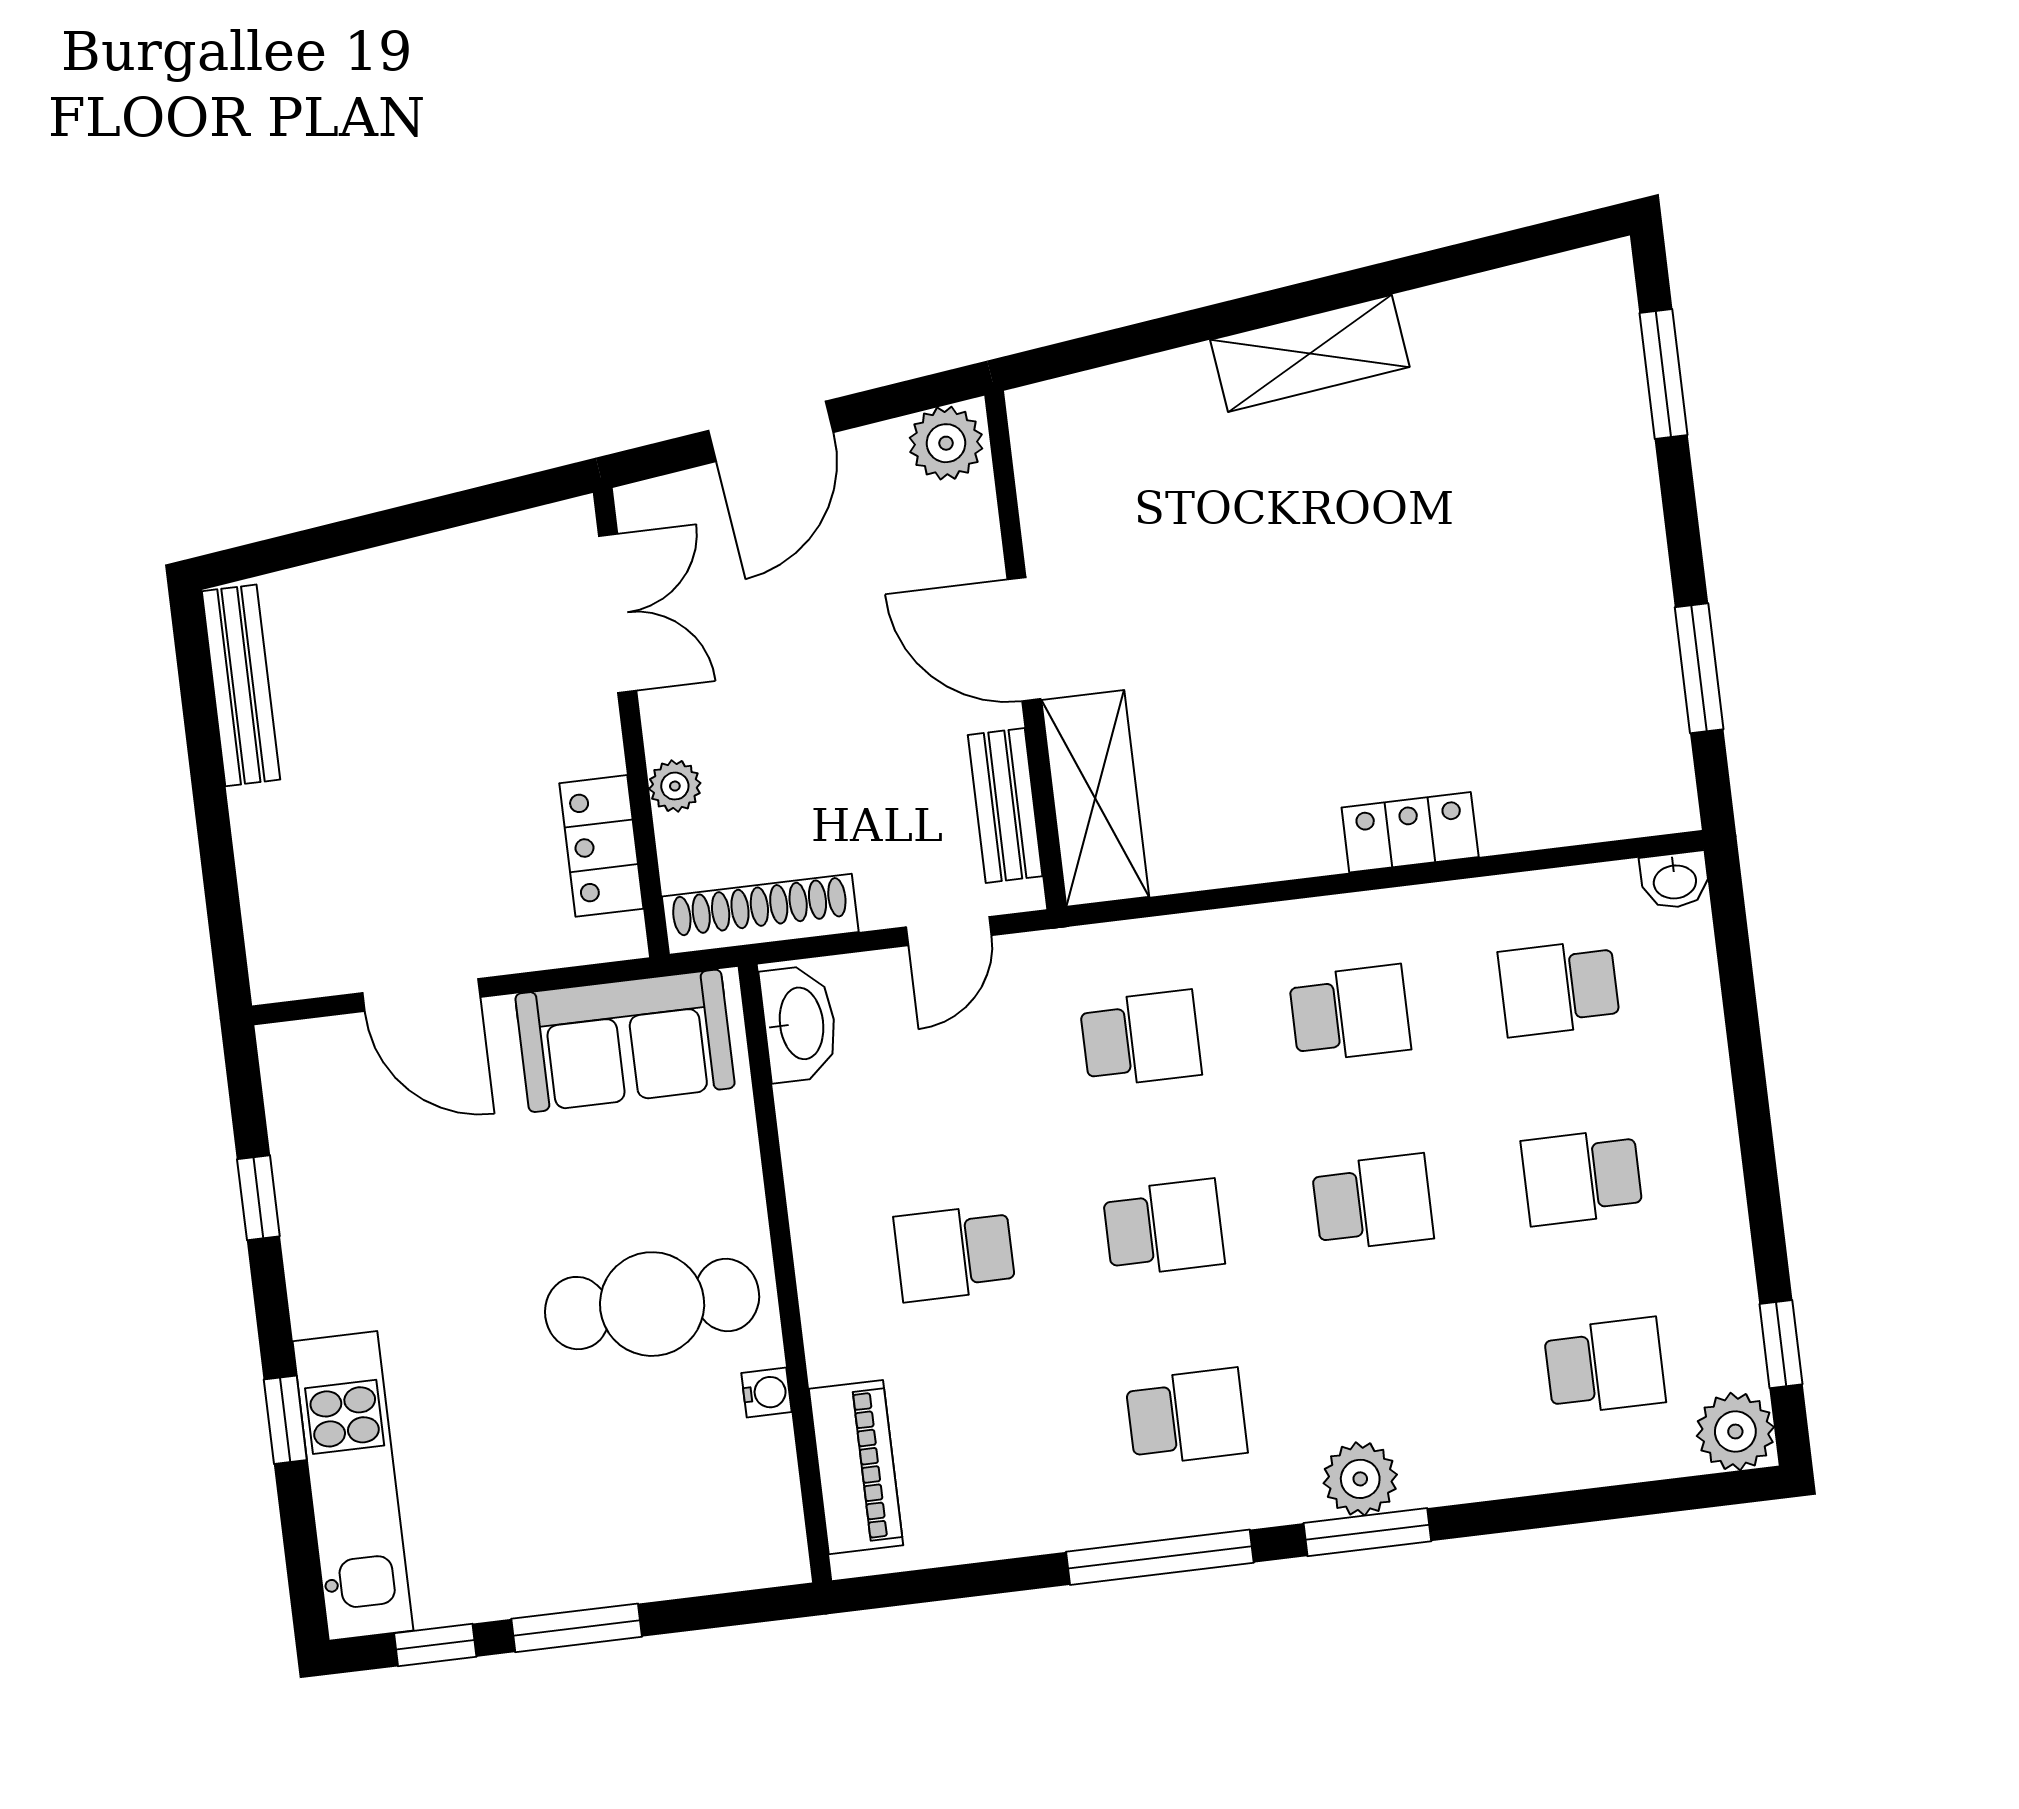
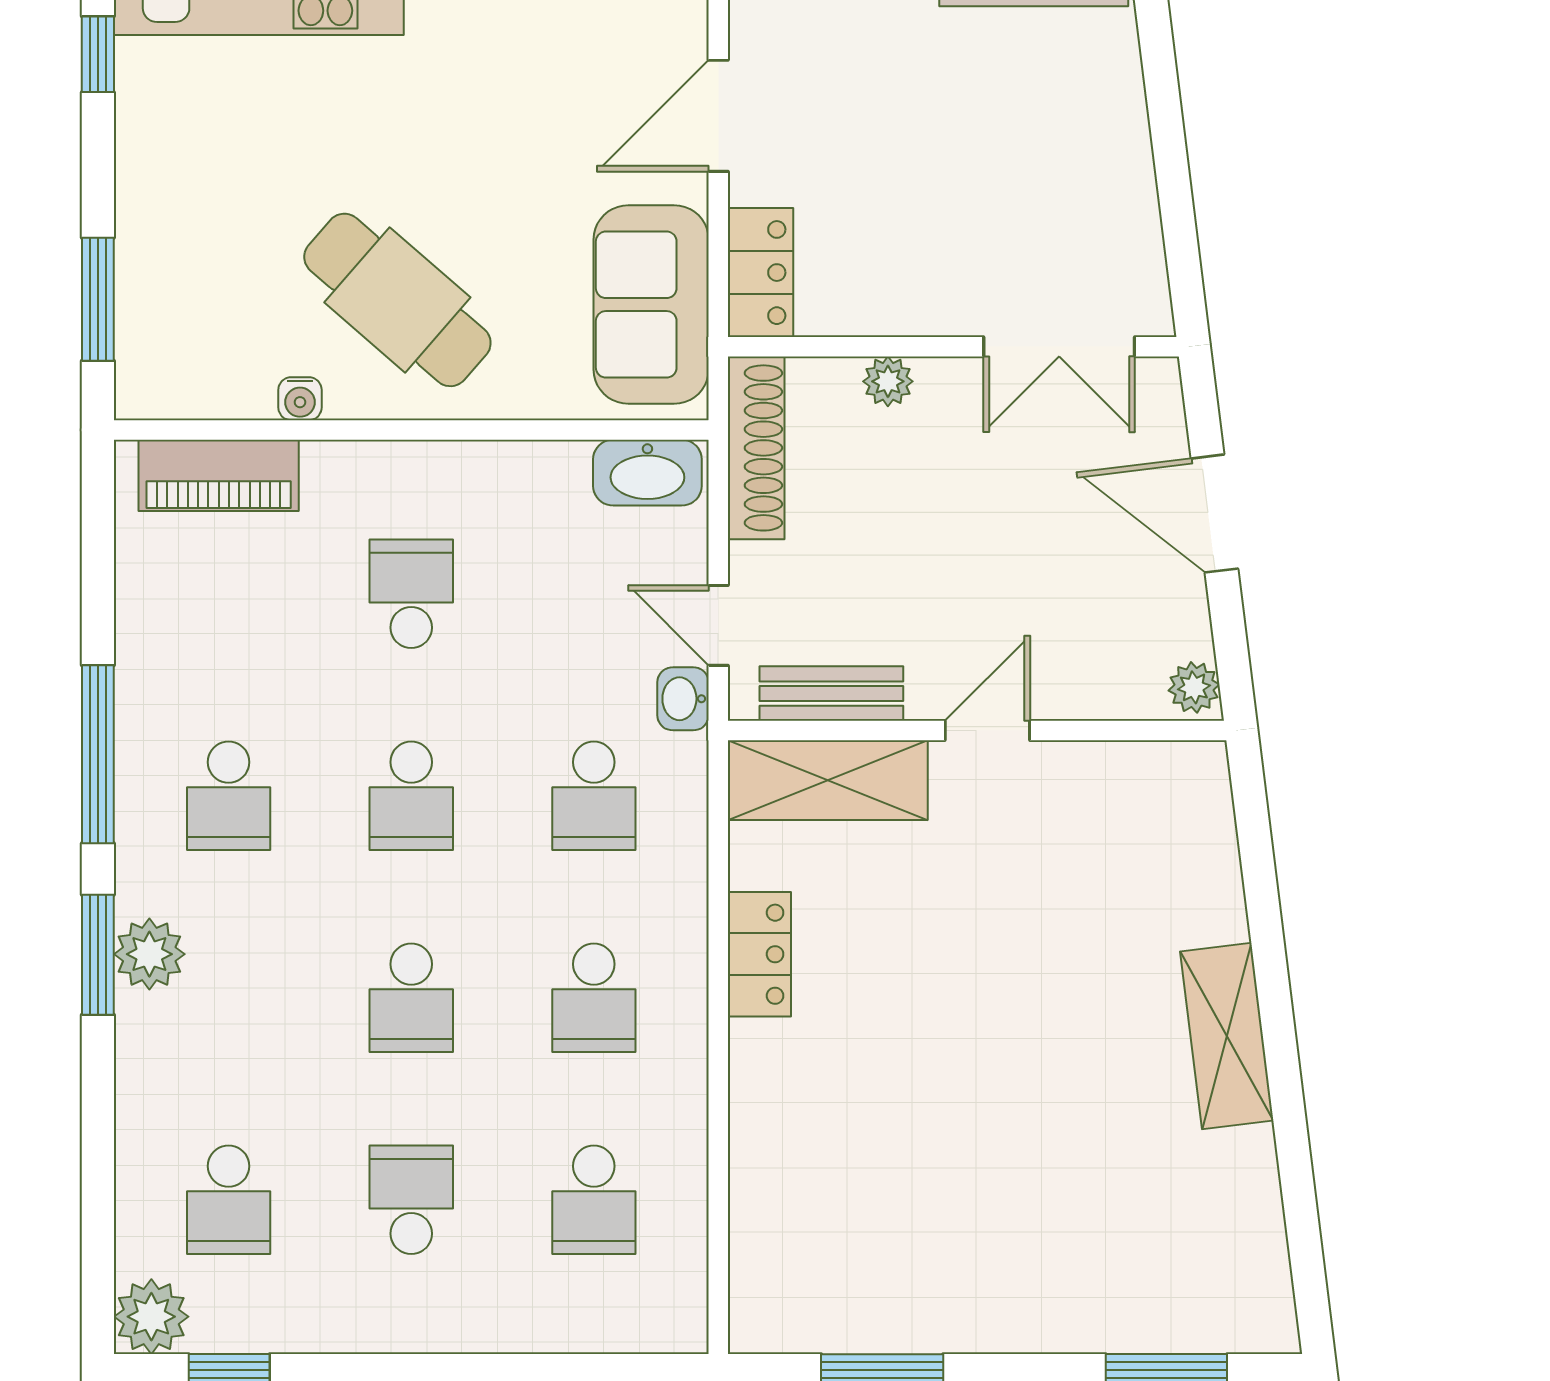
plant: (946, 443) -> (1194, 687), width x0.73, depth x0.73
door: (1024, 639) -> (987, 731), width x0.73
locker: (1410, 832) -> (759, 954), moved
locker: (601, 846) -> (760, 273), moved, turned 90
washbasin: (1675, 880) -> (683, 699), moved
school desk: (1559, 988) -> (594, 1200), turned 180
cafe table: (652, 1304) -> (397, 300), turned -49
window: (577, 1628) -> (98, 299), moved

